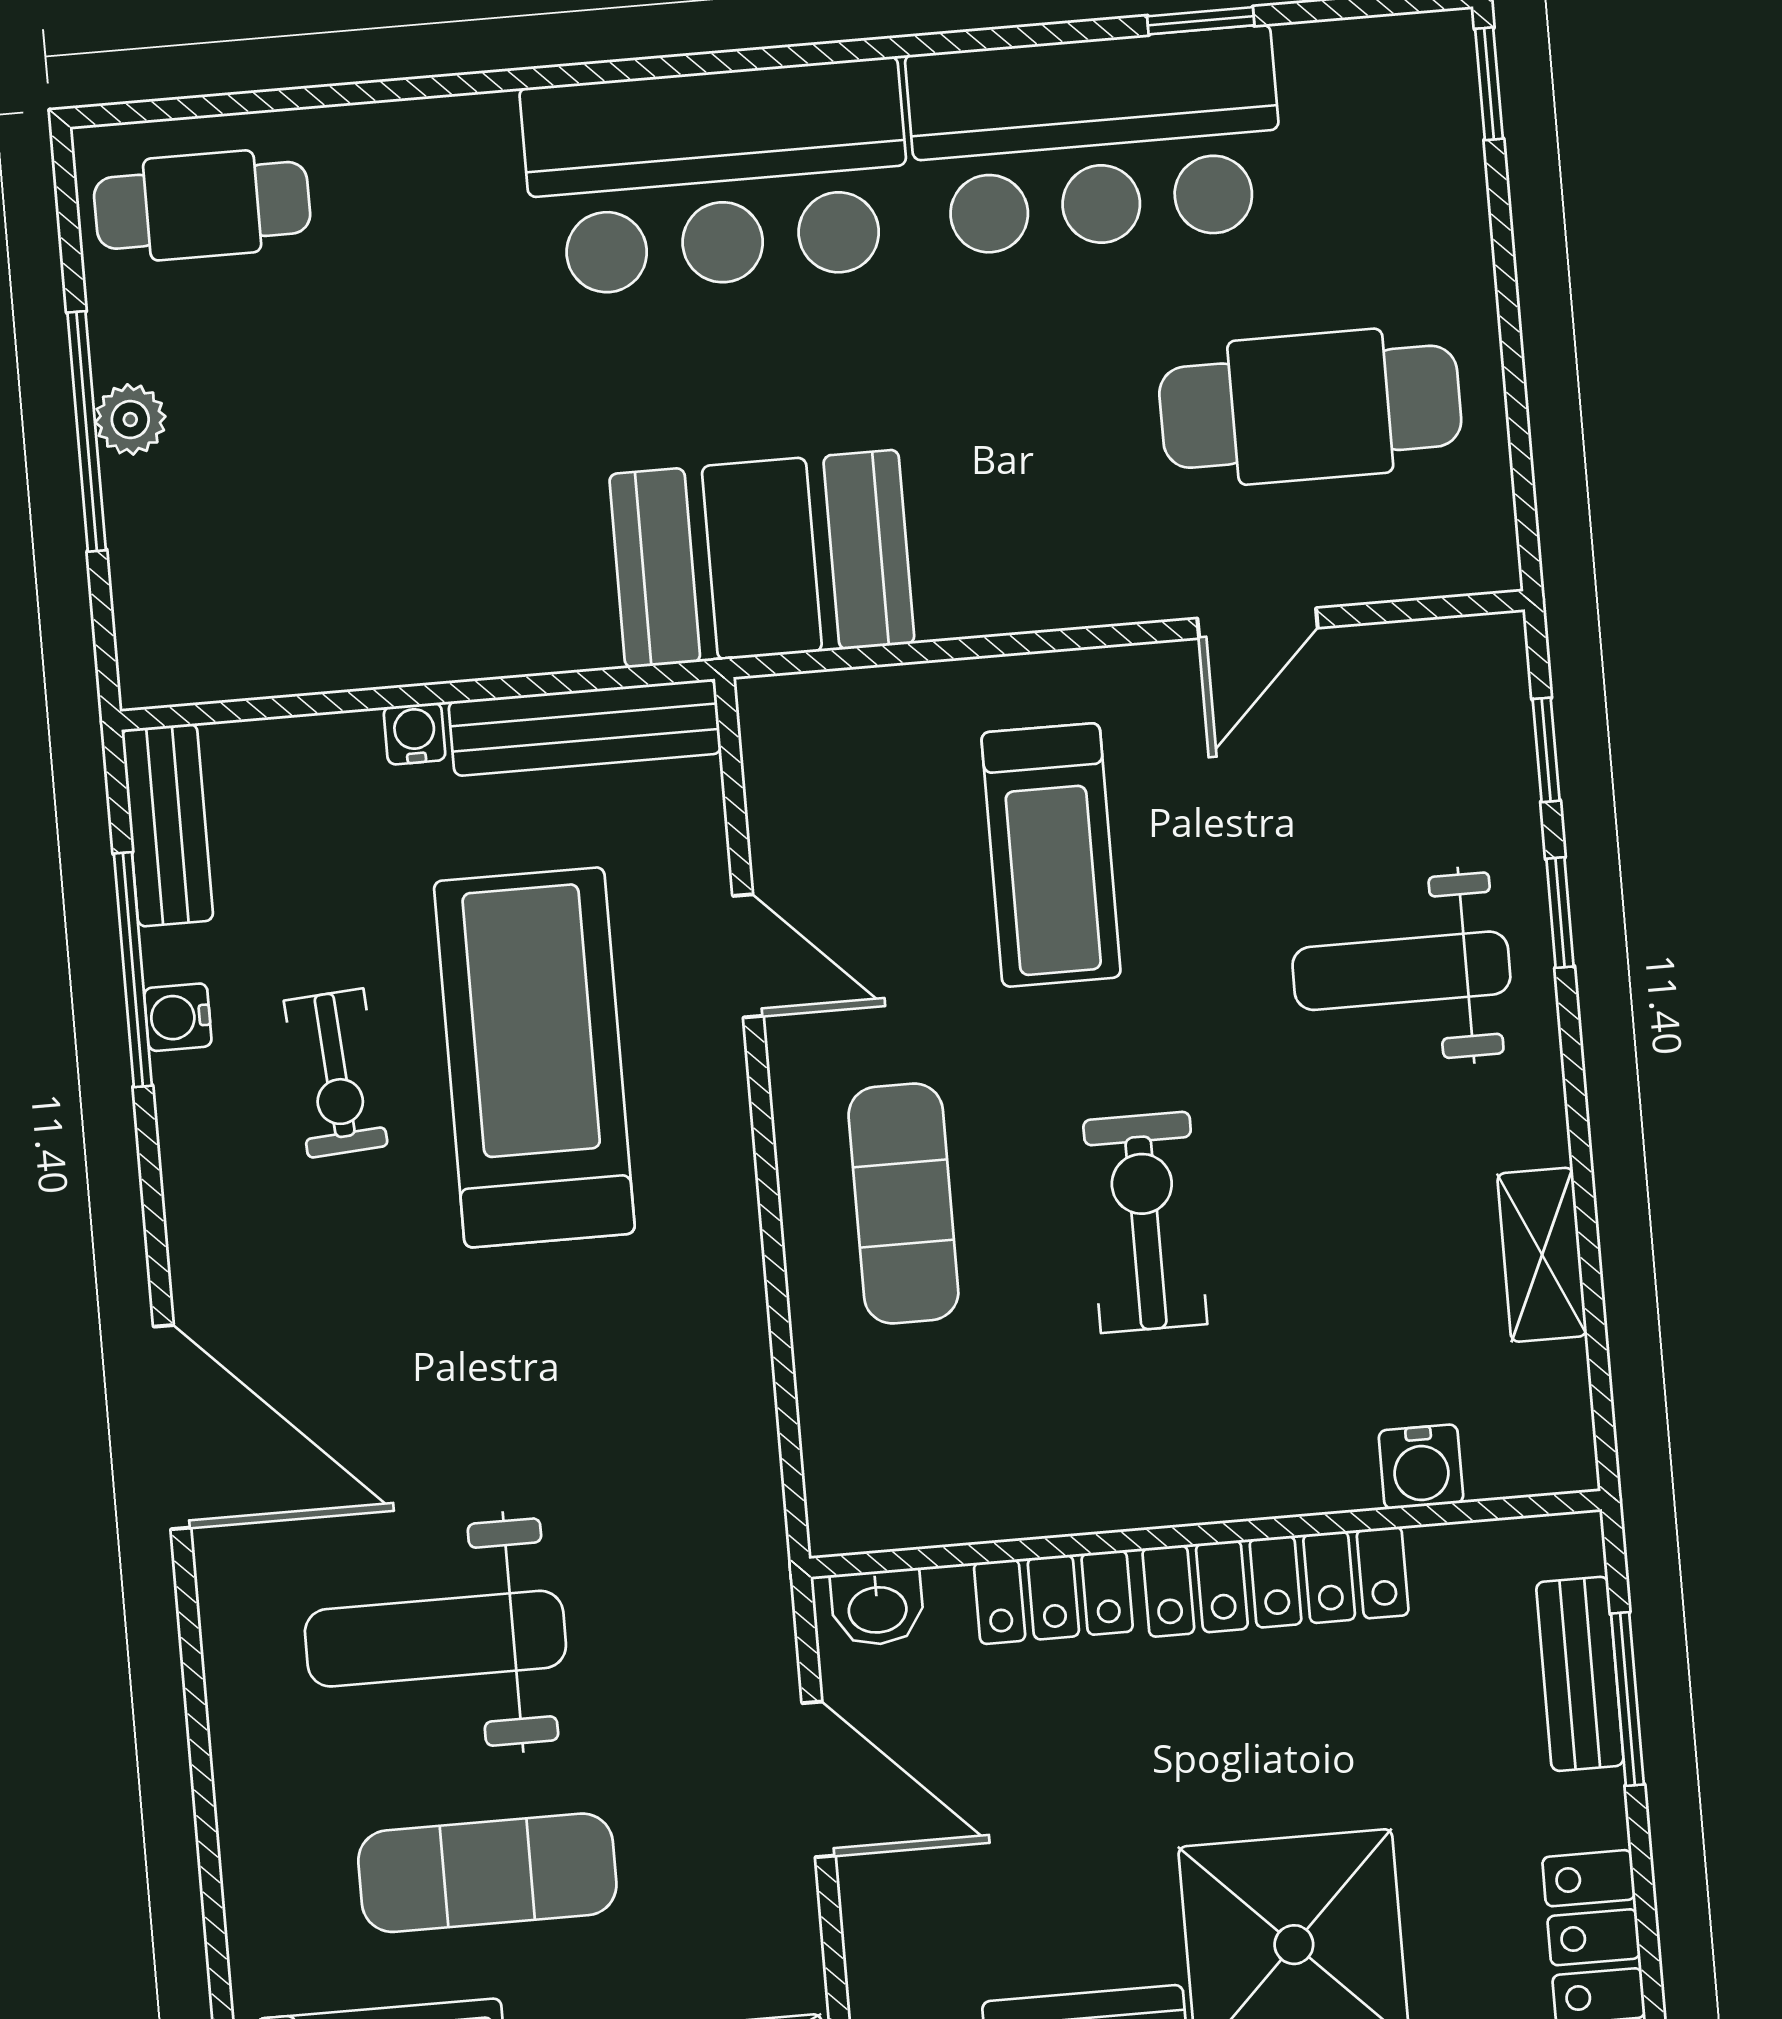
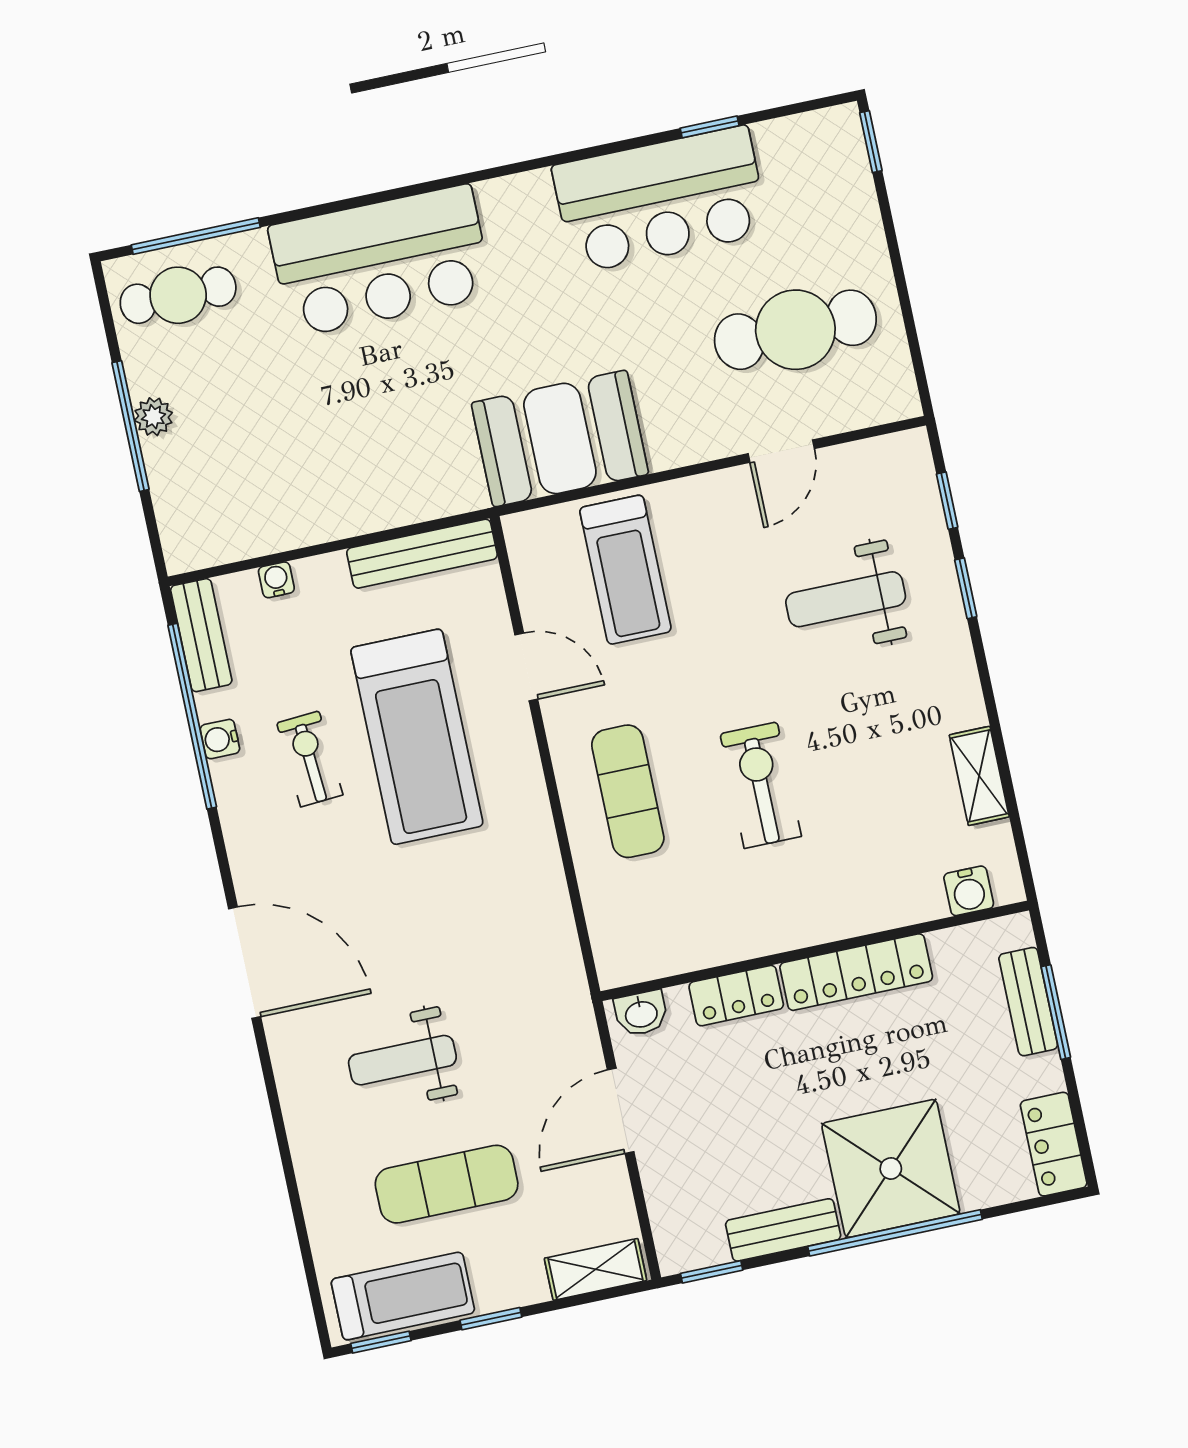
window: (247, 102) -> (196, 236), added
bar counter: (717, 177) -> (381, 261), moved
booth: (762, 559) -> (560, 438), moved
water cooler: (415, 734) -> (276, 580), moved
treadmill: (1051, 855) -> (625, 570), moved
window: (133, 970) -> (192, 716), width x1.46
weight bench: (1401, 971) -> (846, 599), moved
treadmill: (534, 1057) -> (417, 737), turned 180
exercise bike: (336, 1073) -> (310, 759), turned 180
water cooler: (1421, 1467) -> (969, 891), moved
weight bench: (435, 1639) -> (402, 1060), width x0.73, depth x0.75
door: (819, 1779) -> (621, 1111), swing flipped

